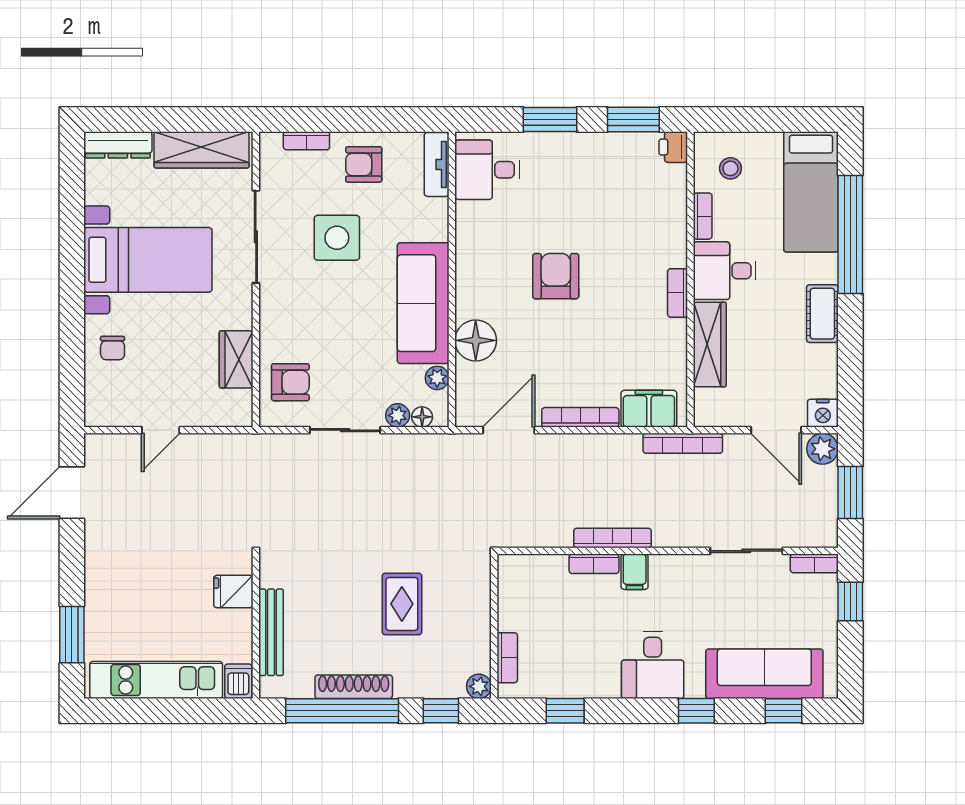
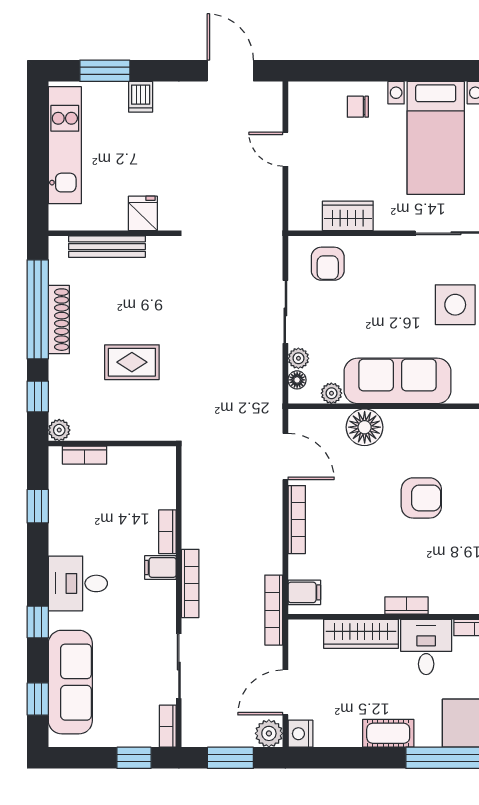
filing cabinet: (649, 409) -> (304, 592), width x0.50
bookcase: (613, 538) -> (190, 583), moved
dishwasher: (238, 681) -> (141, 97), moved, turned 90

